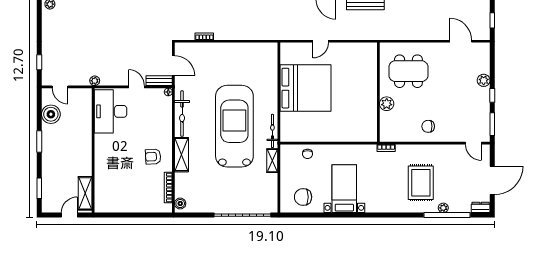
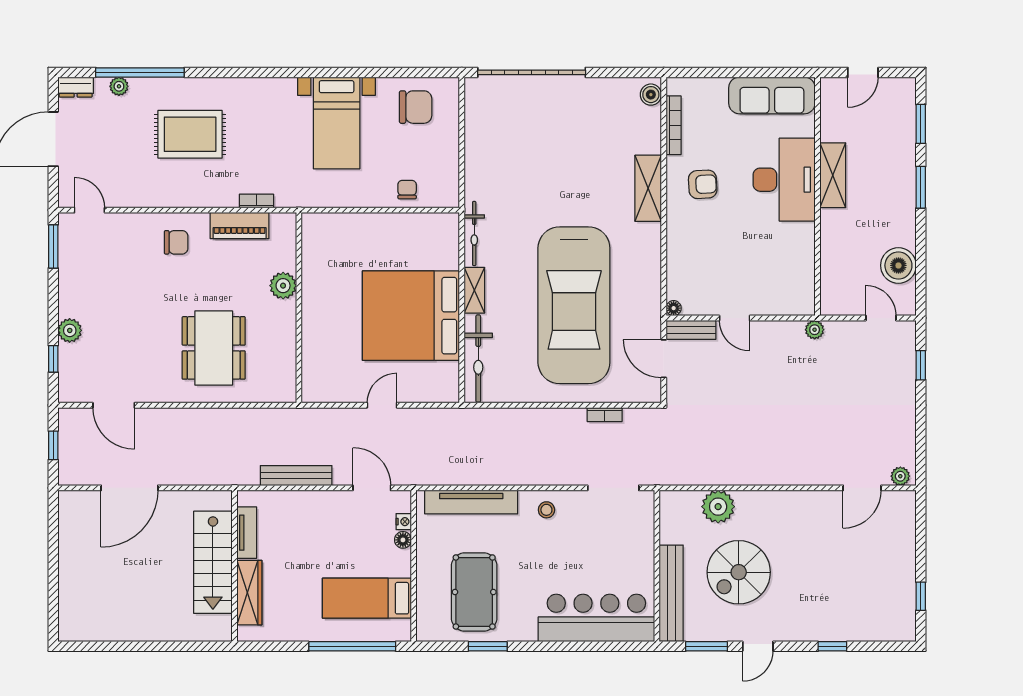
dining table: (408, 71) -> (214, 348), turned 90
wall: (378, 92) -> (299, 308), moved
window: (492, 95) -> (53, 359), moved
plant: (387, 104) -> (283, 286), moved
desk: (111, 111) -> (784, 180), moved
bicycle: (182, 114) -> (478, 359), moved, turned 180
car: (234, 126) -> (574, 305), moved
piano: (395, 135) -> (240, 226), added
window: (39, 141) -> (921, 187), moved
shelving: (272, 161) -> (474, 290), moved
rug: (421, 183) -> (190, 134), turned 90
shelving: (85, 193) -> (833, 175), moved
sofa: (117, 203) -> (772, 95), added
plant: (443, 208) -> (119, 86), moved

